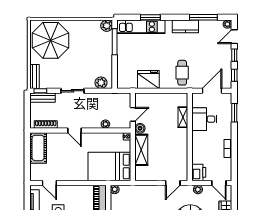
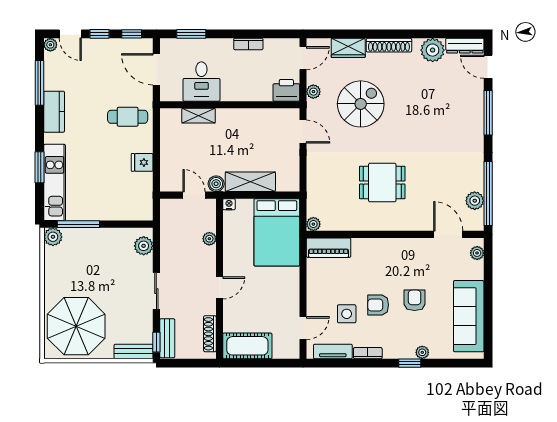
fridge: (148, 80) -> (142, 162), width x0.53, depth x0.75

